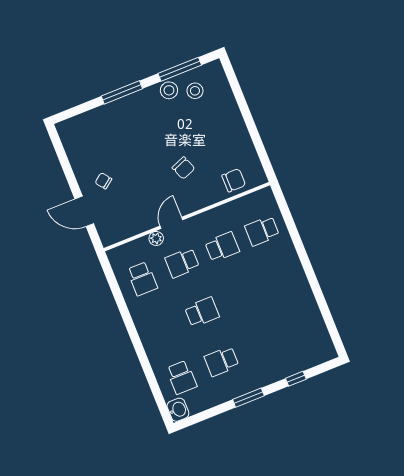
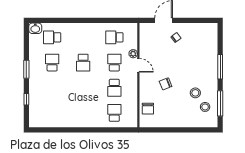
stool: (169, 90) -> (195, 93), moved

